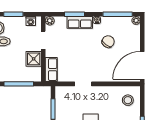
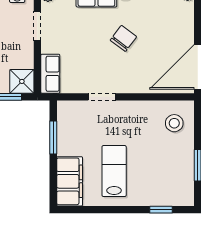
chair: (108, 42) -> (123, 38), moved
shower: (34, 59) -> (22, 81), moved

